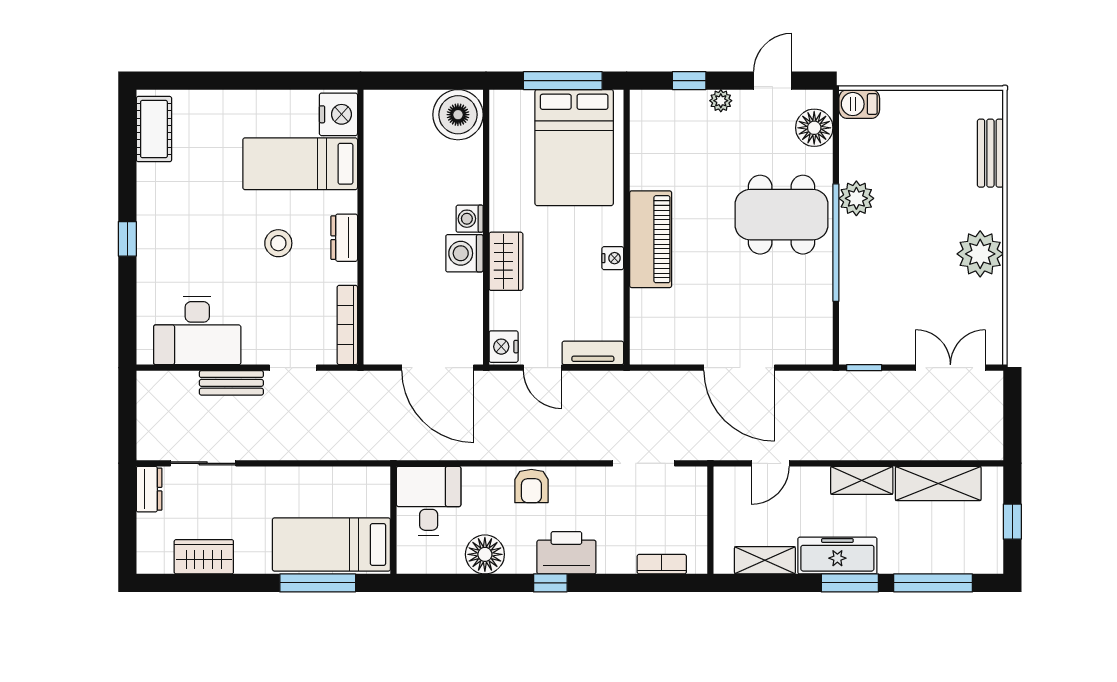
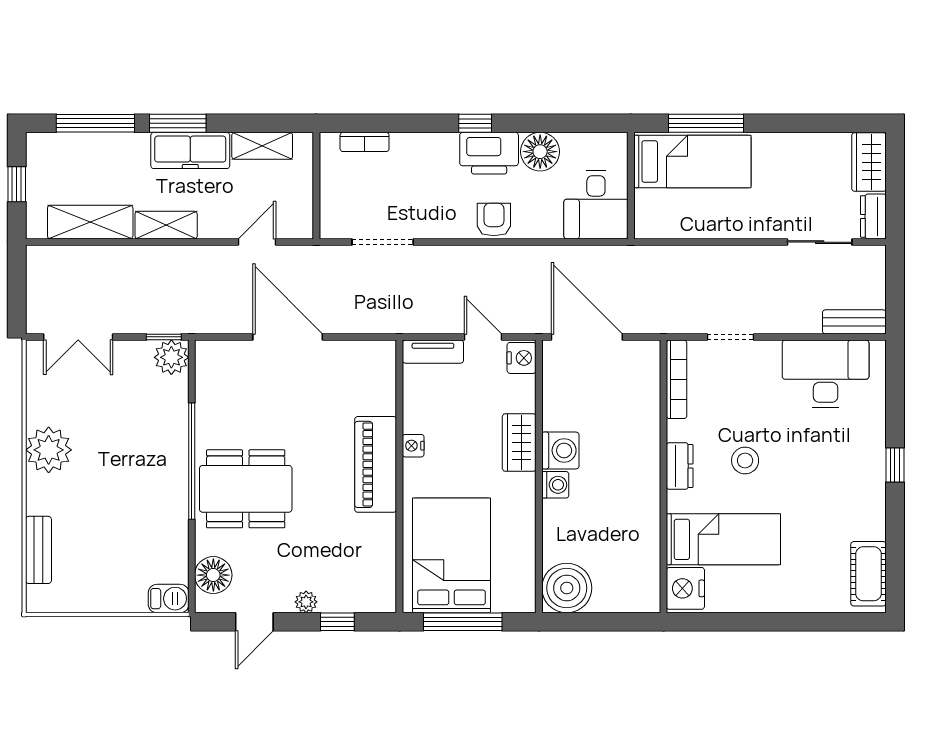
plant: (856, 198) -> (171, 357), moved
bench: (231, 383) -> (854, 322), moved
printer: (566, 553) -> (489, 153), moved
wardrobe: (204, 557) -> (869, 162), moved, turned 90

